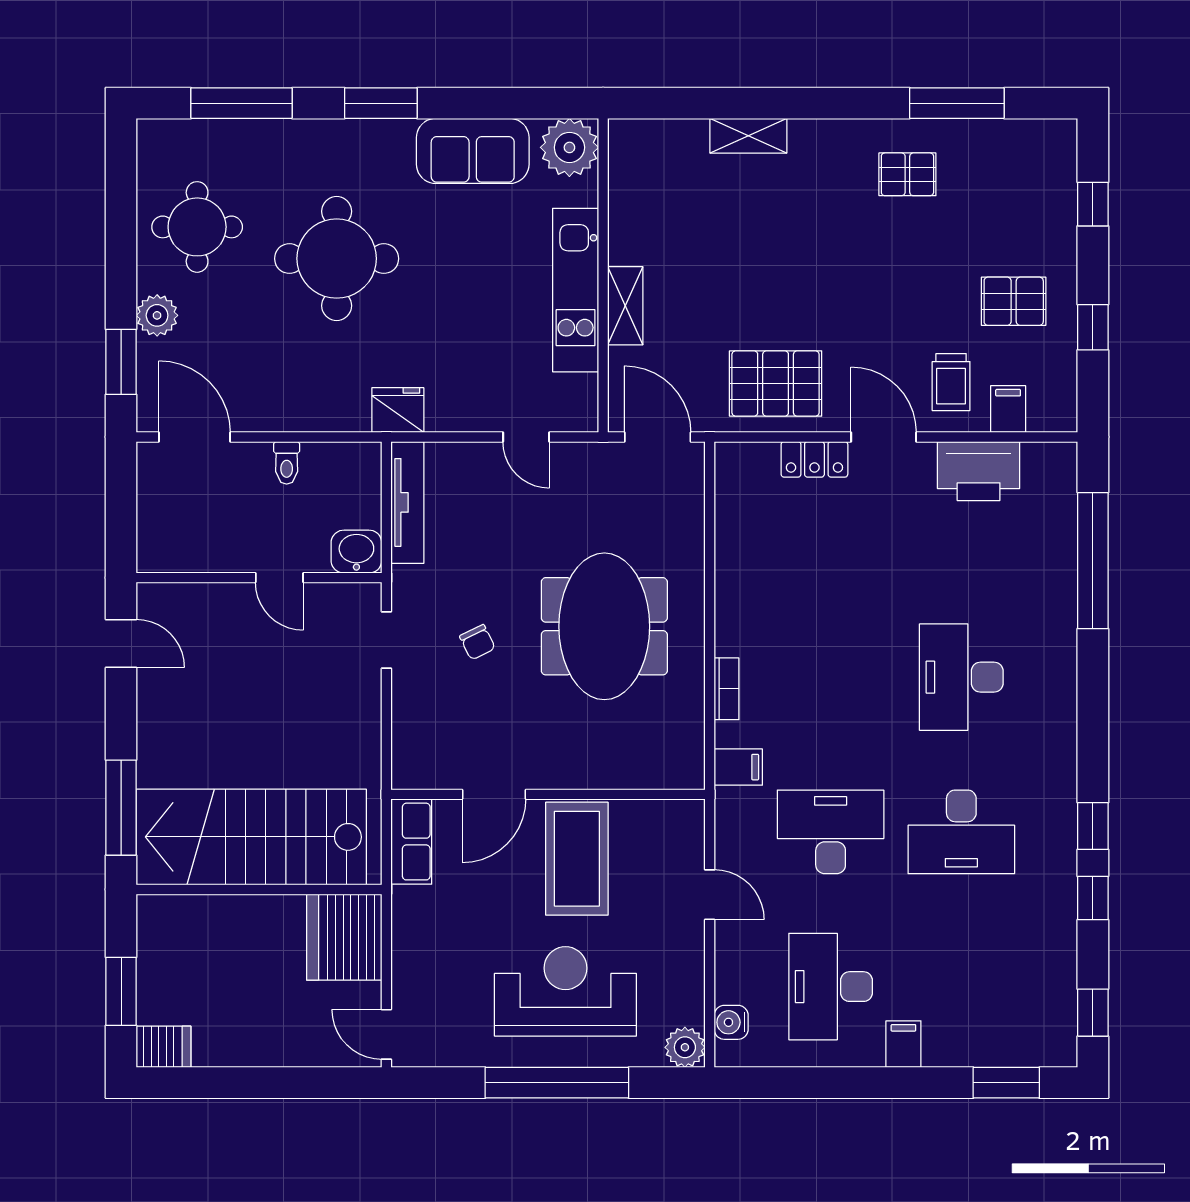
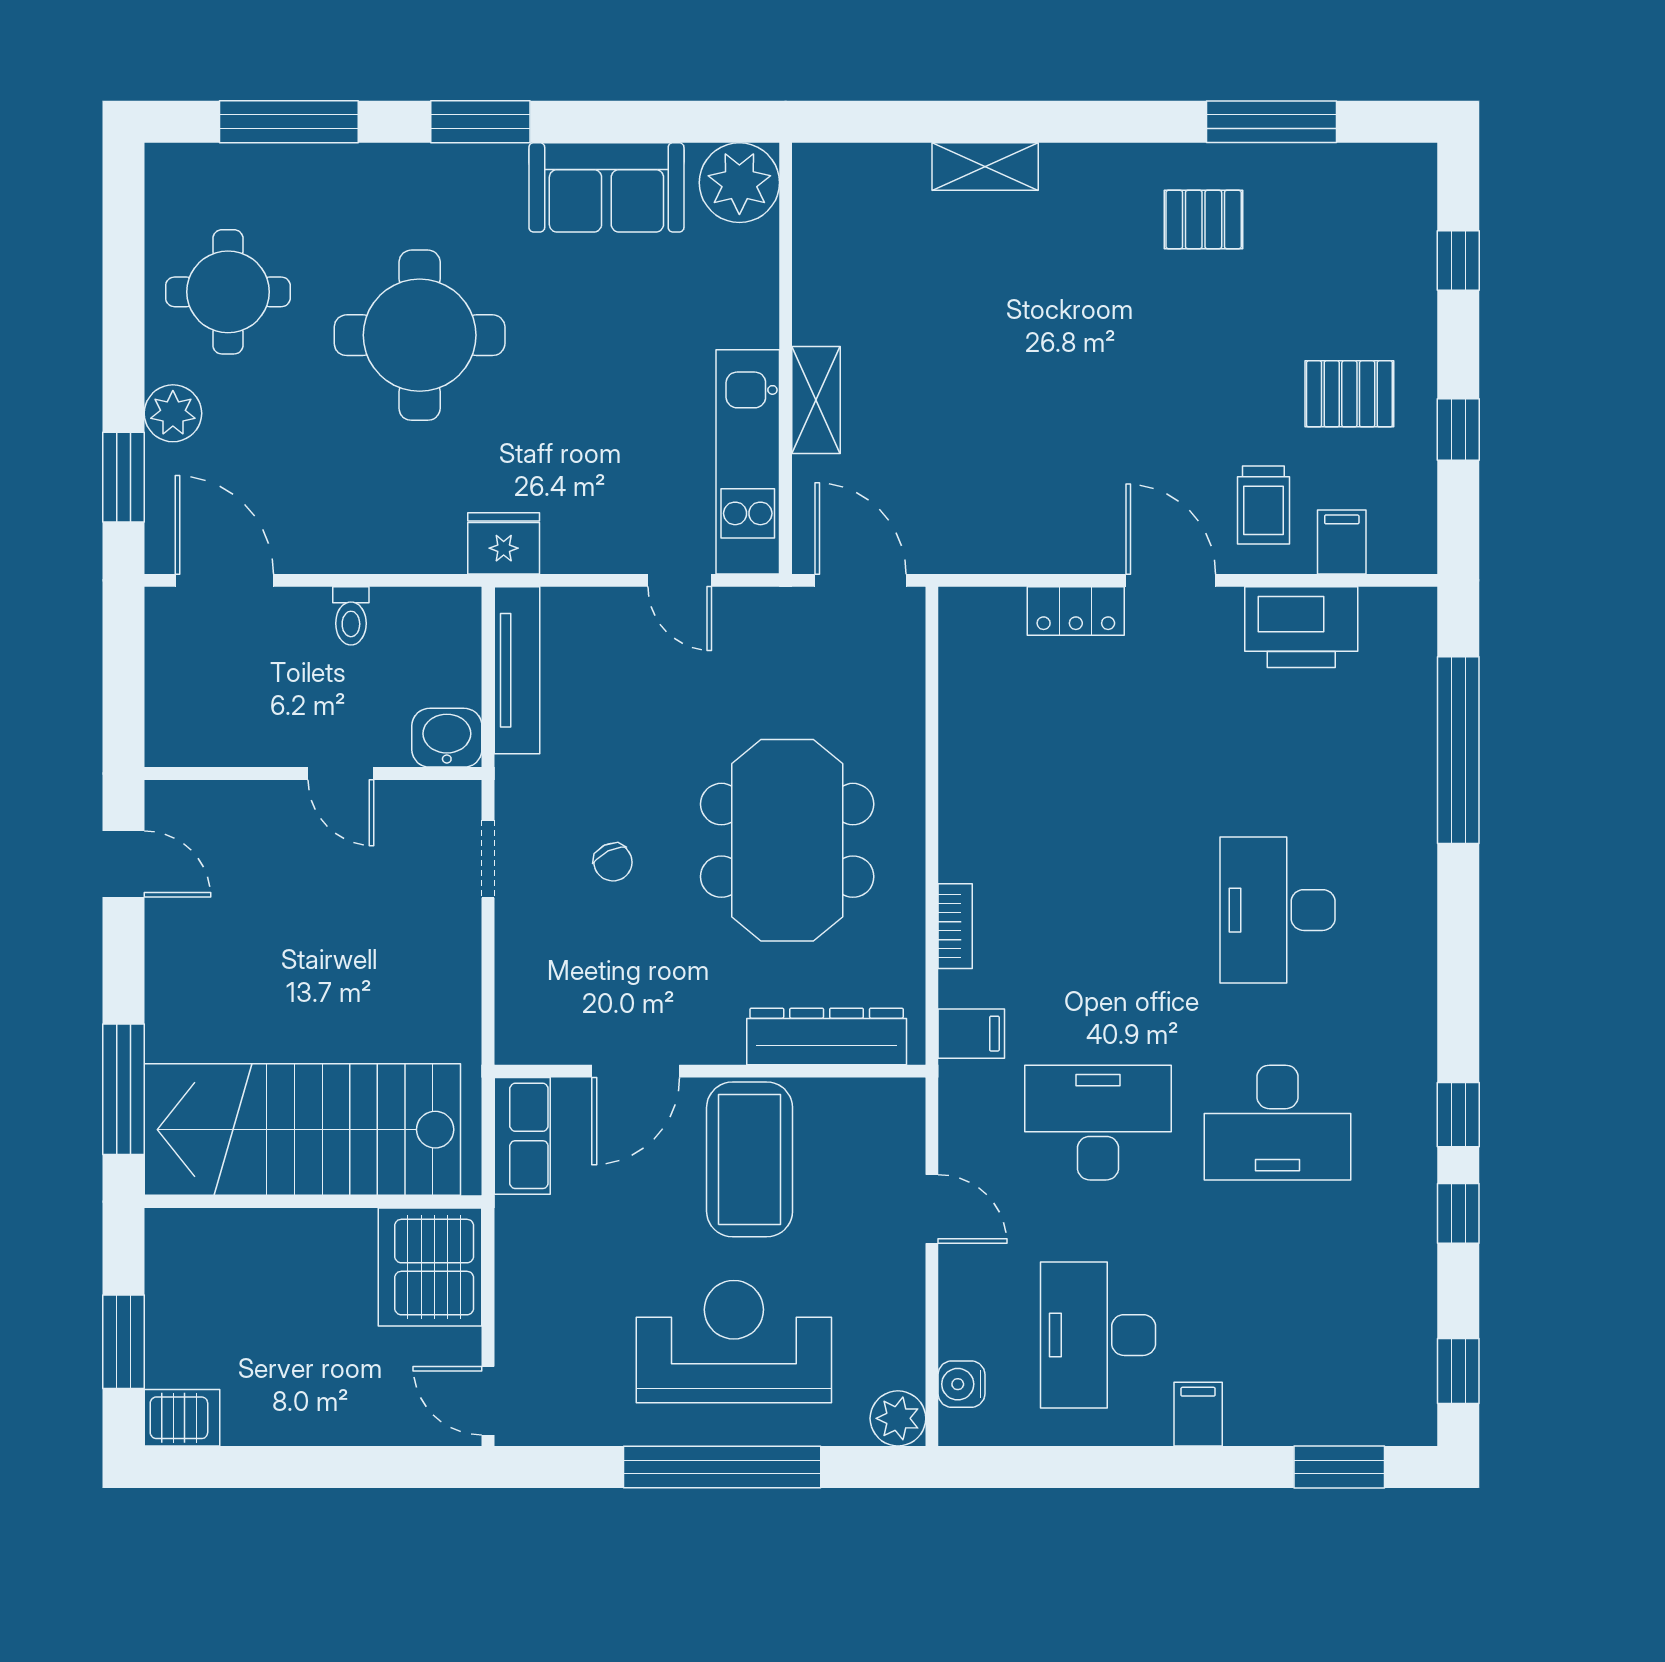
kitchen unit: (576, 290) -> (748, 462), moved
pallet: (776, 383) -> (1022, 507), removed
dresser: (633, 769) -> (827, 1036), added

